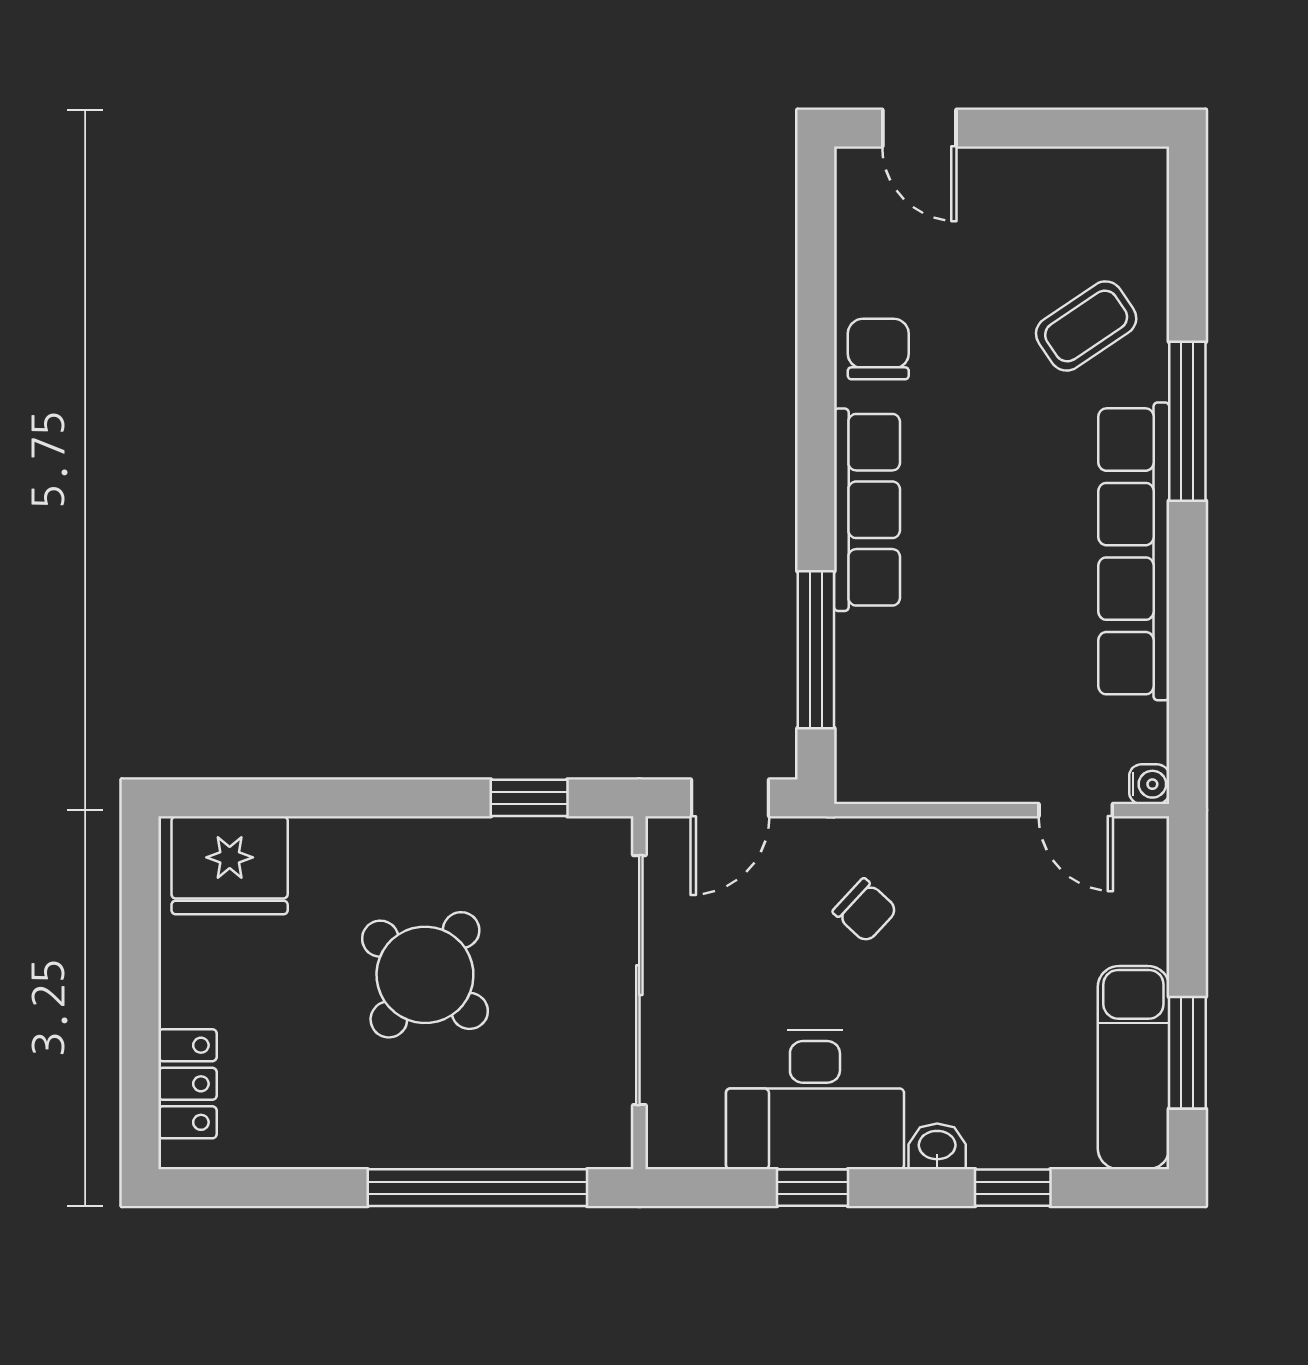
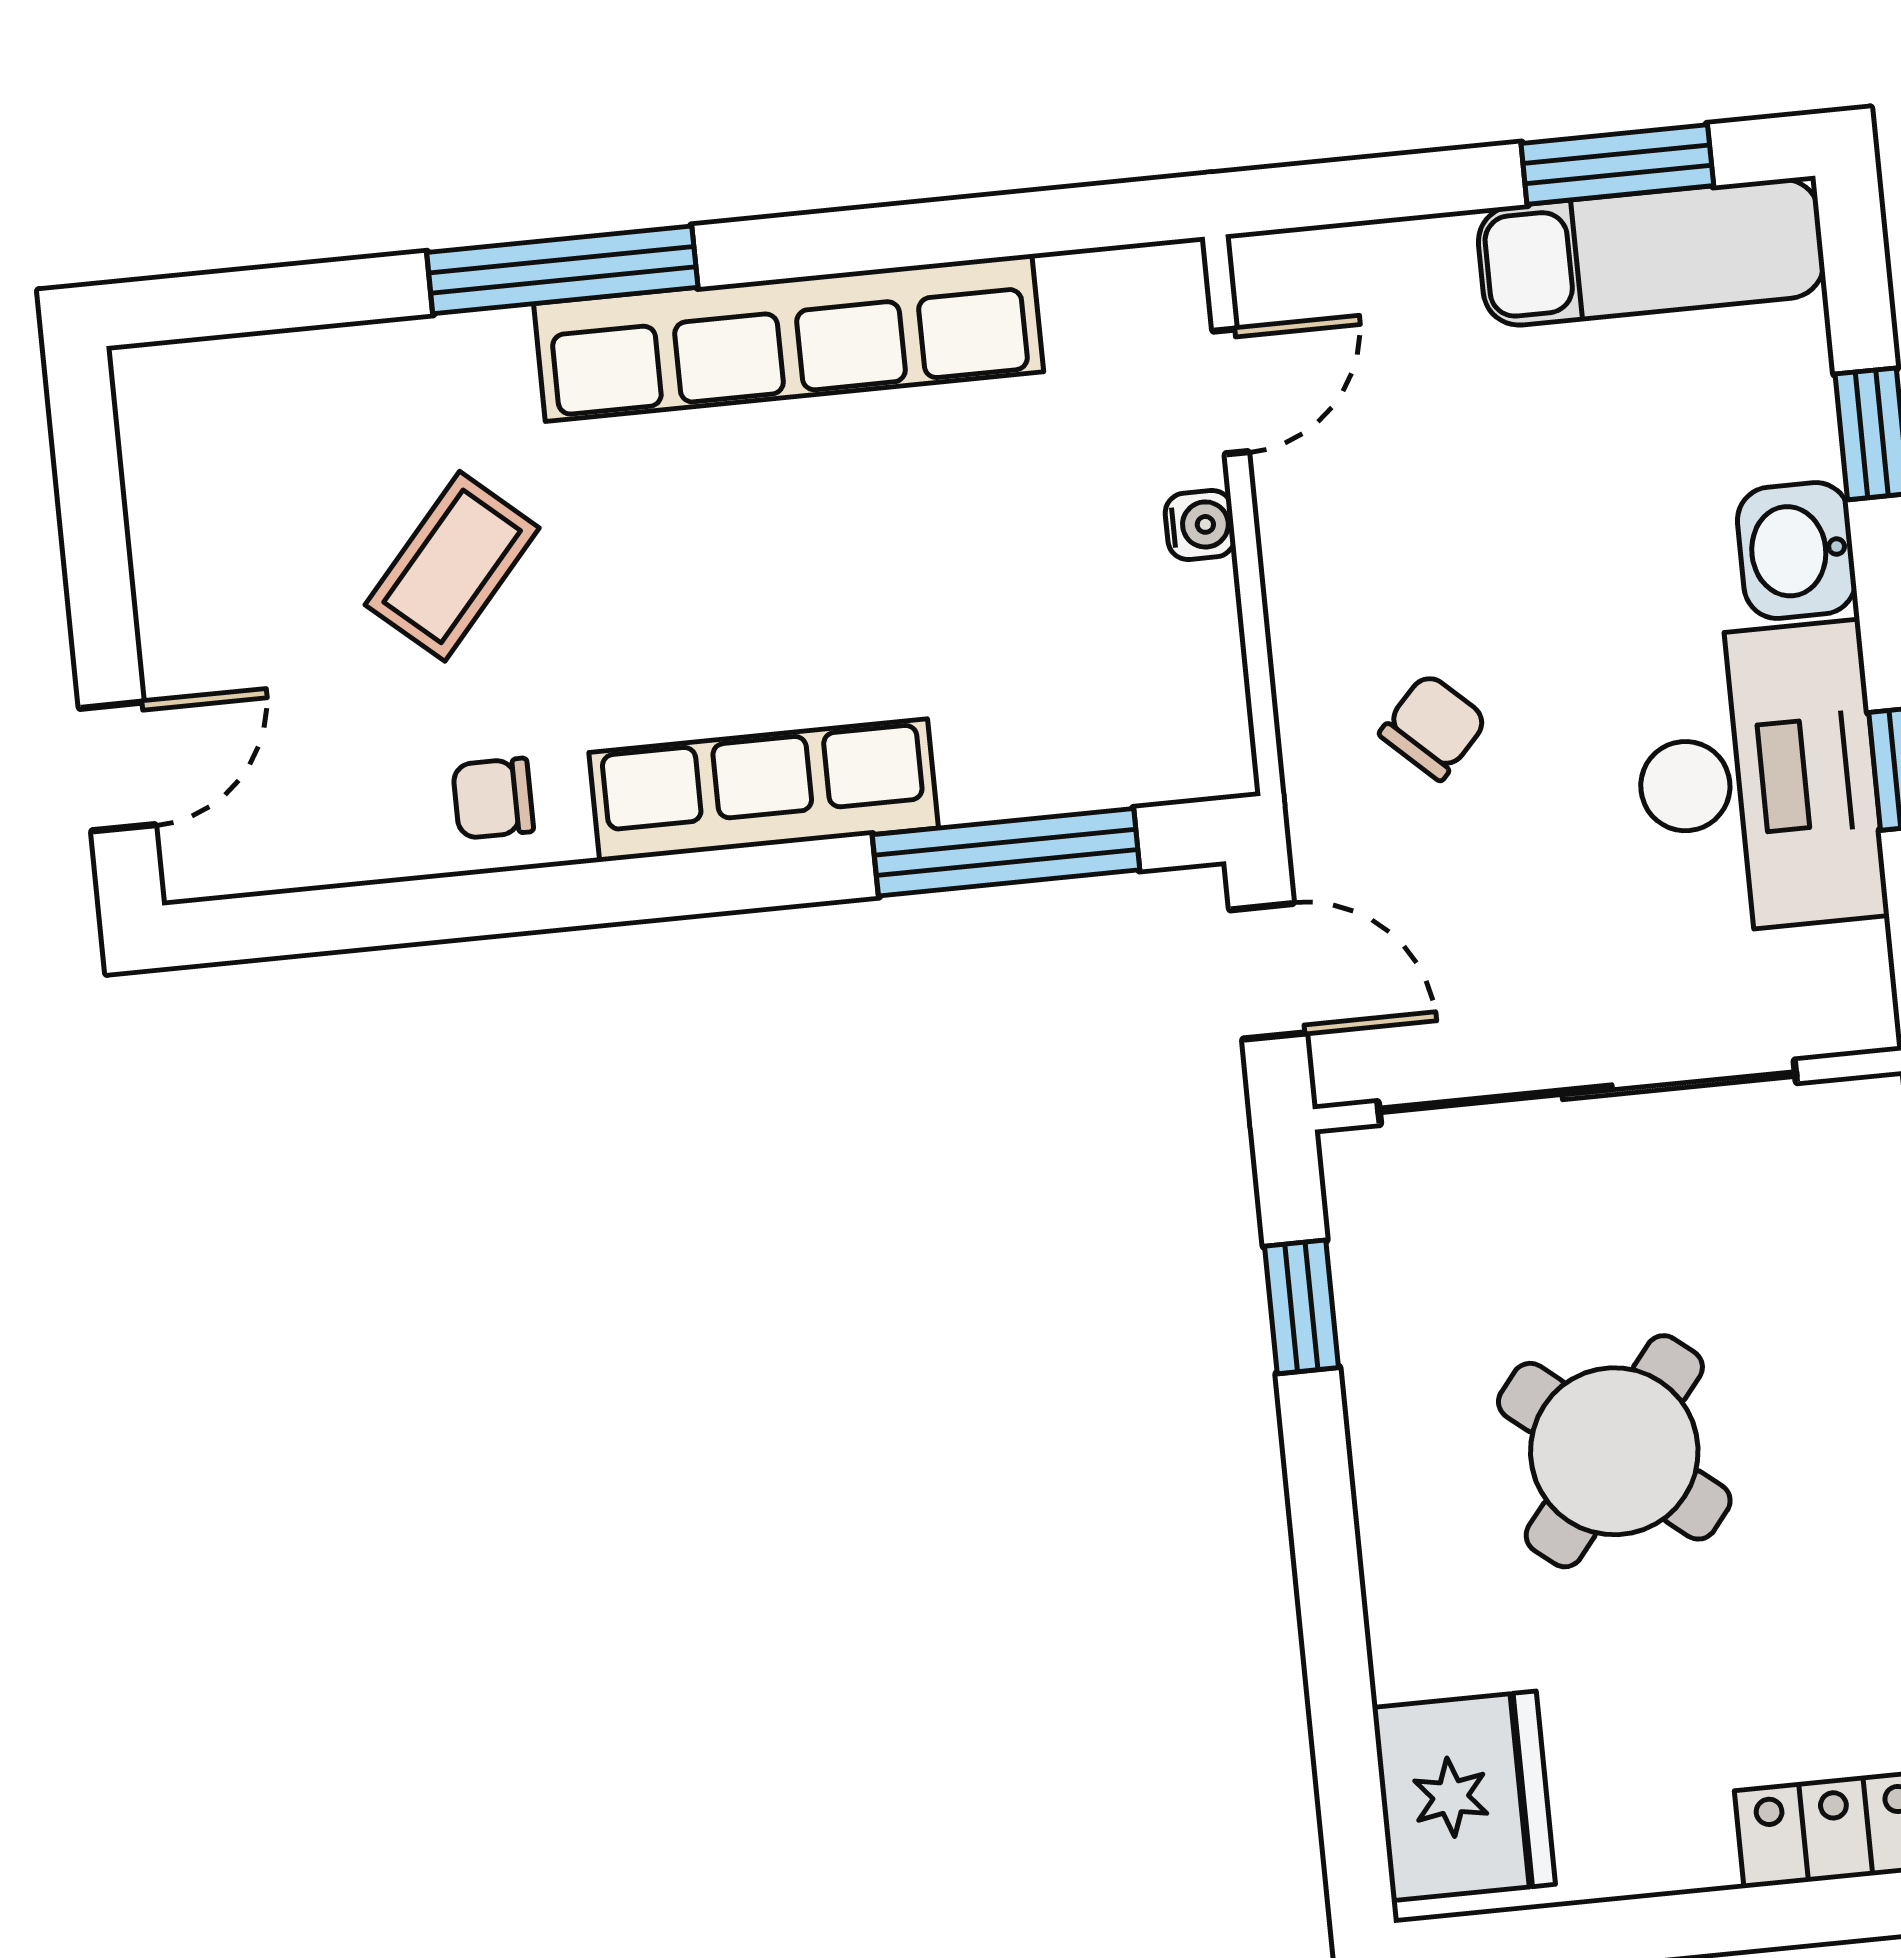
coffee table: (1086, 326) -> (452, 566), moved, turned 75
chair: (878, 349) -> (493, 798), width x0.73, depth x0.73
water cooler: (1149, 784) -> (1200, 525), moved, turned 90
washbasin: (937, 1146) -> (1797, 551), width x1.38, depth x1.45

